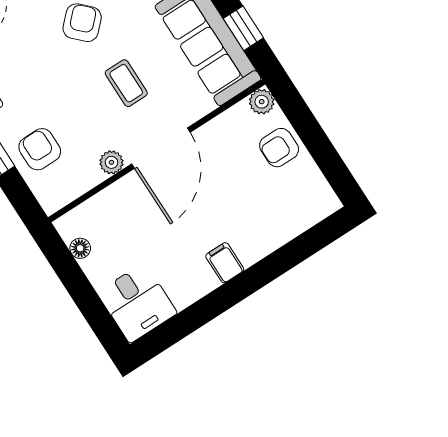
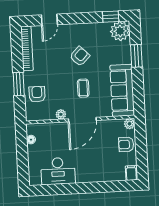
window: (243, 28) -> (138, 93), removed
filing cabinet: (225, 263) -> (131, 173), moved
desk: (137, 303) -> (58, 171), moved, width x1.37

